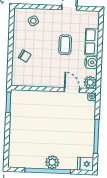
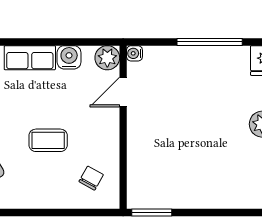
coffee table: (65, 45) -> (48, 140), moved
chair: (25, 56) -> (91, 178), moved

